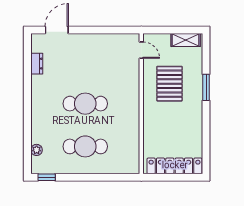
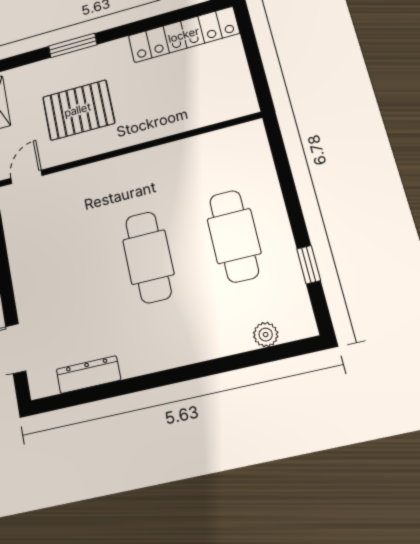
dresser: (37, 64) -> (88, 375), width x1.44
locker: (175, 166) -> (184, 35), moved, turned -90
window: (47, 177) -> (309, 265), moved

